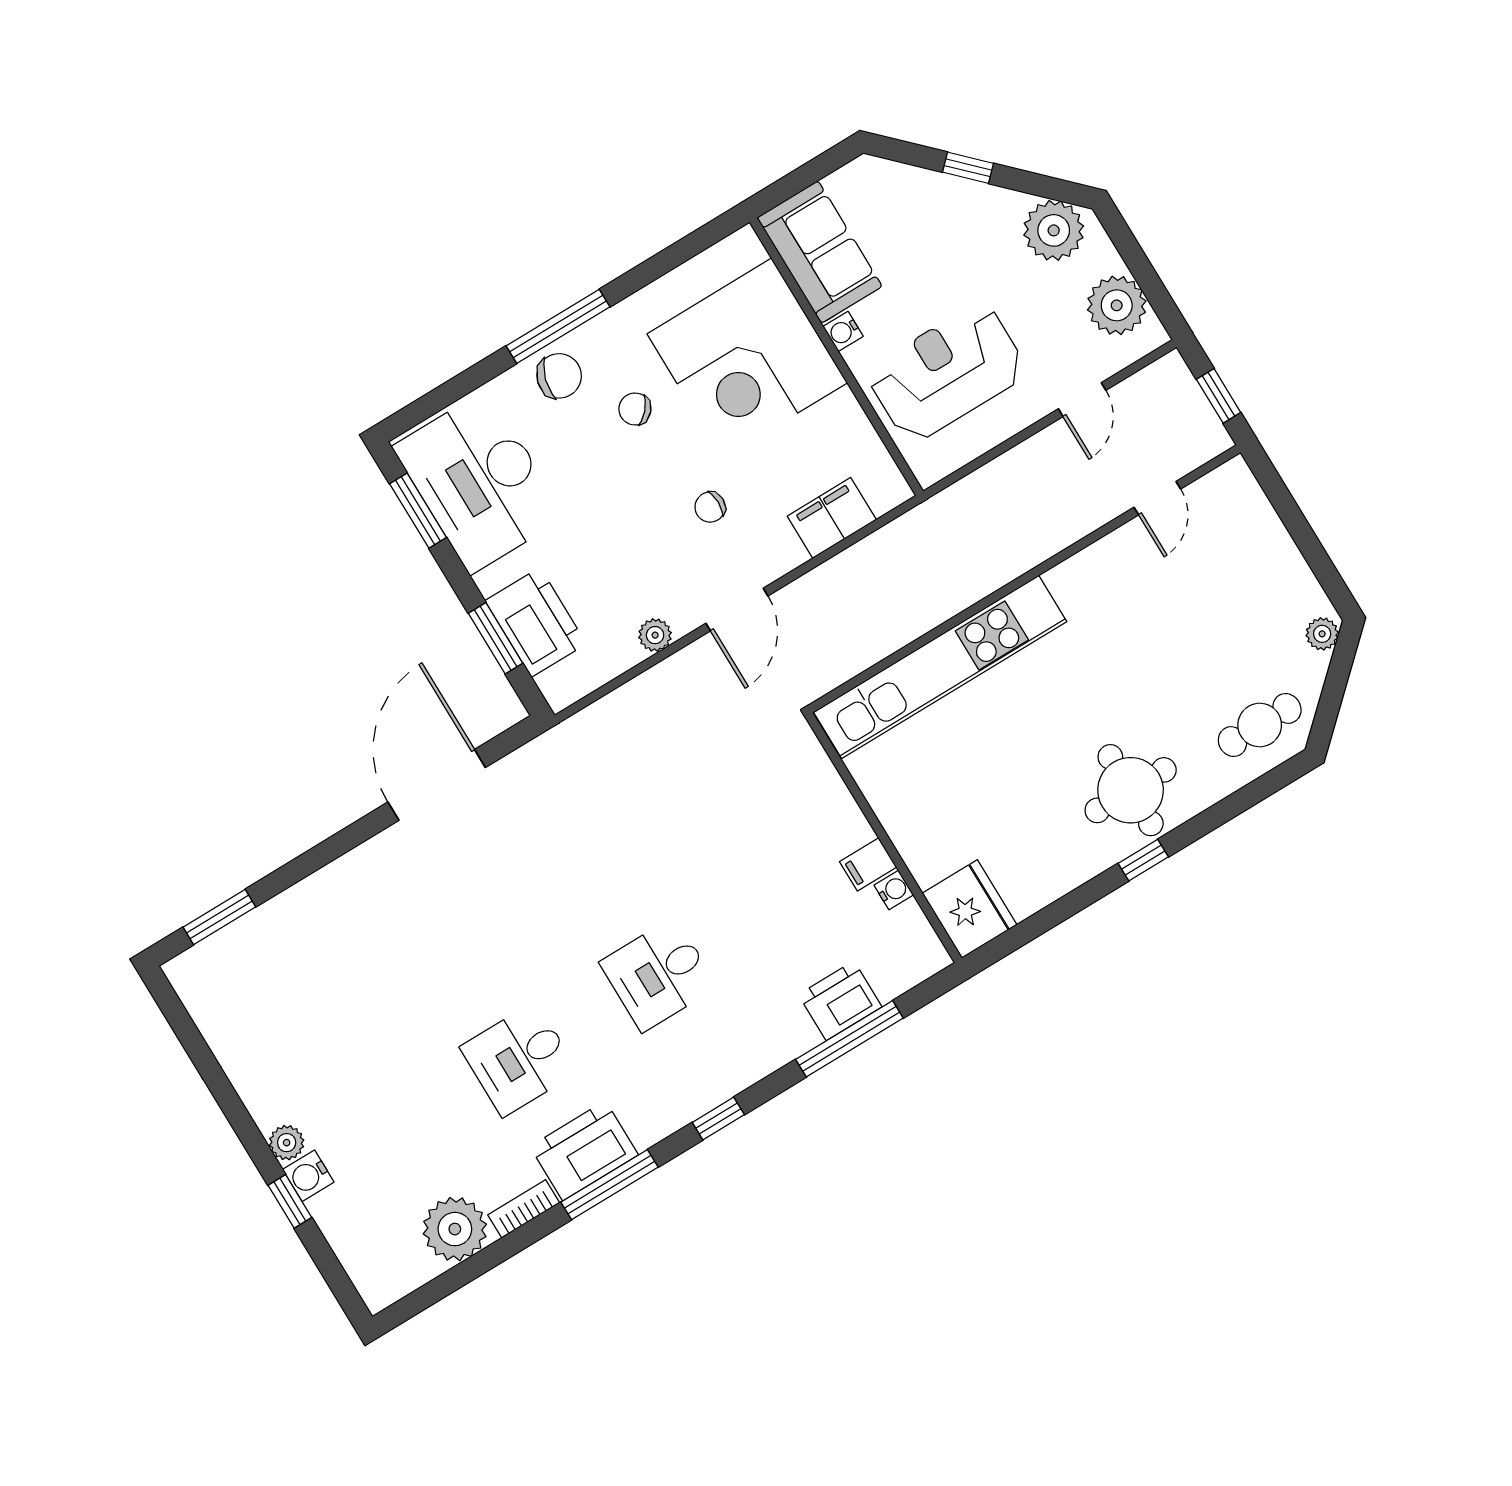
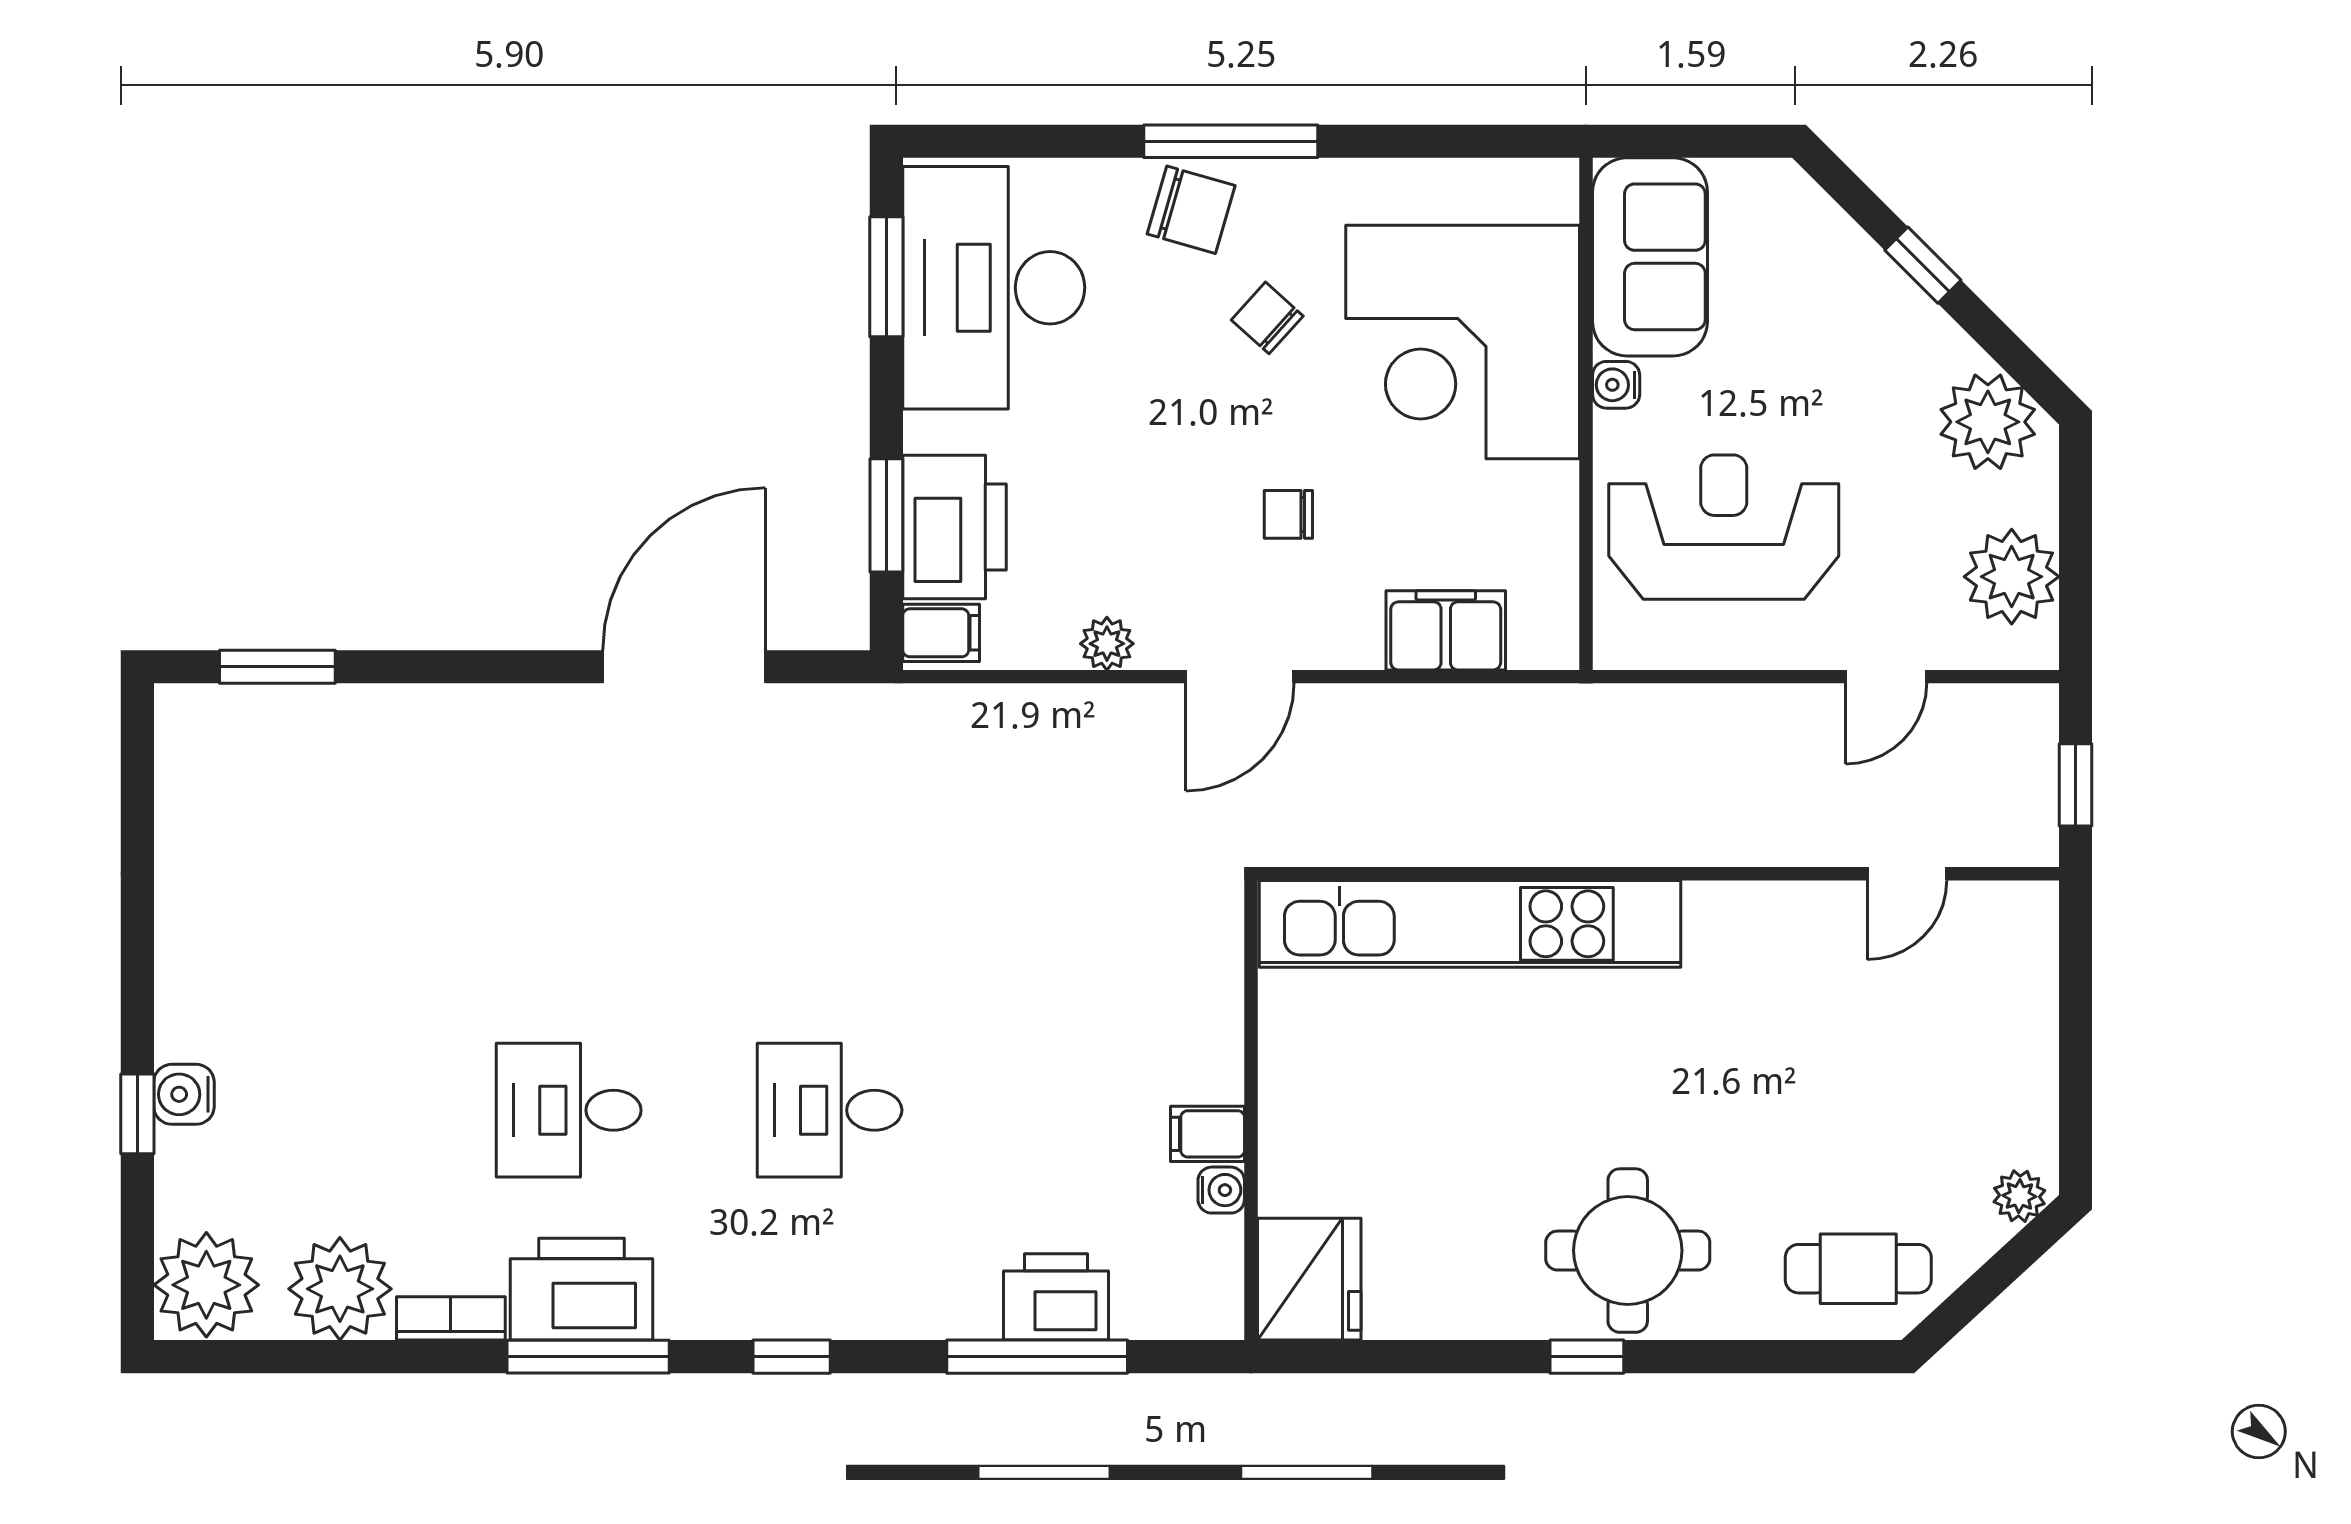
filing cabinet: (563, 683) -> (941, 633), added
plant: (287, 1143) -> (206, 1285), moved, width x1.88, depth x1.88

